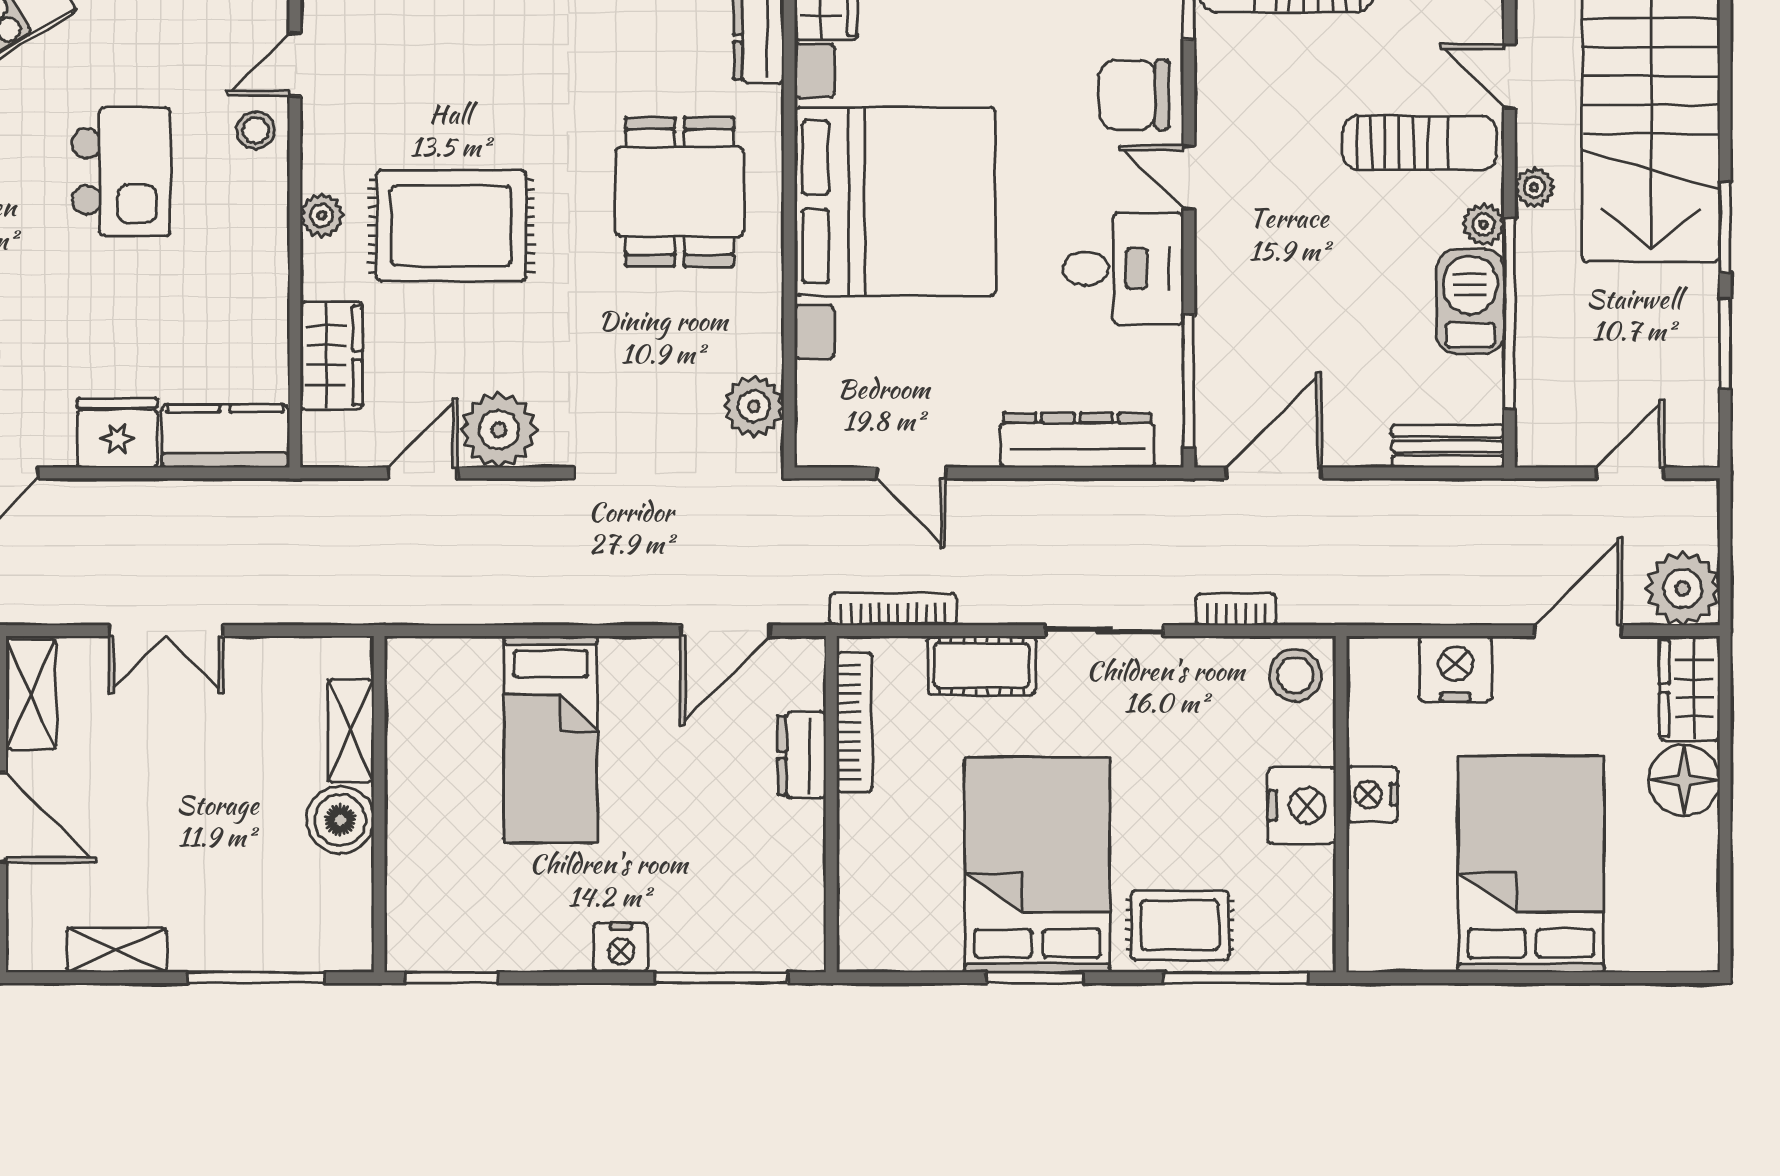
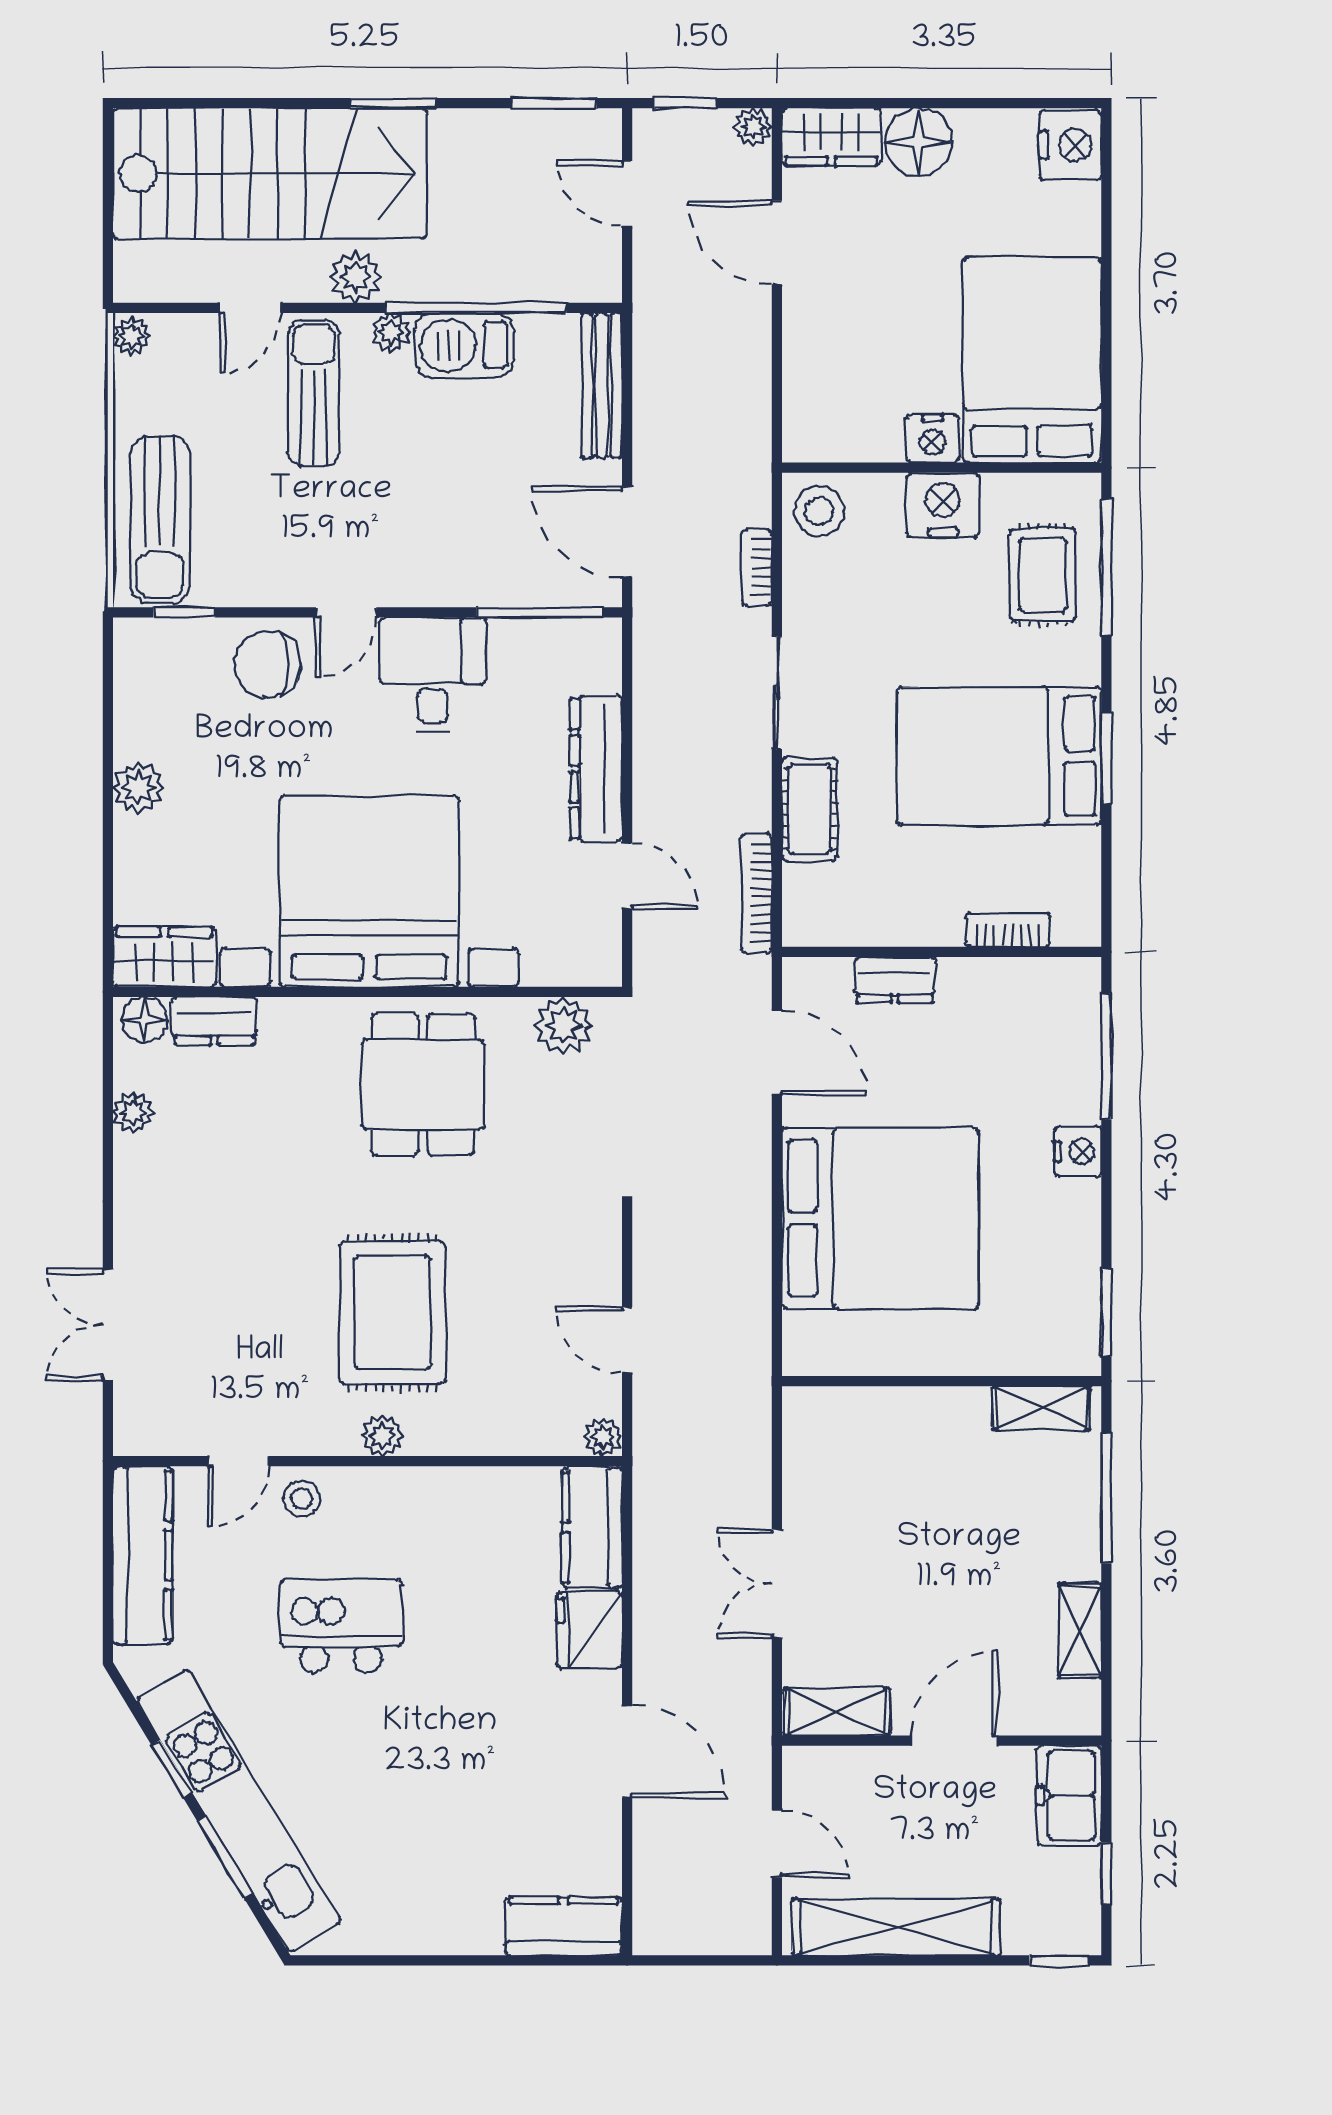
door: (295, 64) -> (239, 1461), hinge flipped
chair: (1134, 95) -> (268, 664), turned 90
plant: (1534, 187) -> (356, 277), width x1.38, depth x1.38
dining table: (680, 192) -> (423, 1084), moved, turned 90
window: (1725, 344) -> (554, 103), moved
wardrobe: (331, 355) -> (515, 1427), removed
plant: (499, 430) -> (603, 1437), moved, width x0.53, depth x0.53
dresser: (1077, 440) -> (596, 769), moved
bench: (1448, 446) -> (602, 386), width x1.36
door: (911, 473) -> (627, 876), hinge flipped
window: (1725, 534) -> (685, 103), added
plant: (1683, 588) -> (753, 127), width x0.53, depth x0.53
double door: (166, 631) -> (777, 1584), swing flipped
nightstand: (1456, 669) -> (1070, 145), moved, turned 180
bookcase: (854, 722) -> (1008, 930), moved, width x0.64
shelving: (351, 731) -> (1041, 1408), moved
bed: (551, 740) -> (880, 1218), width x2.04
boiler: (340, 820) -> (956, 1418), removed
bed: (1531, 864) -> (1032, 360), moved, turned 90
rug: (1180, 925) -> (1043, 575), moved

